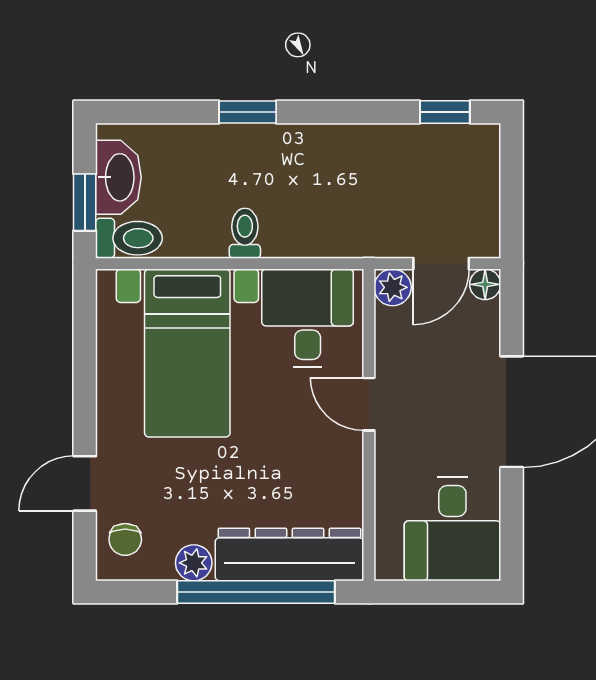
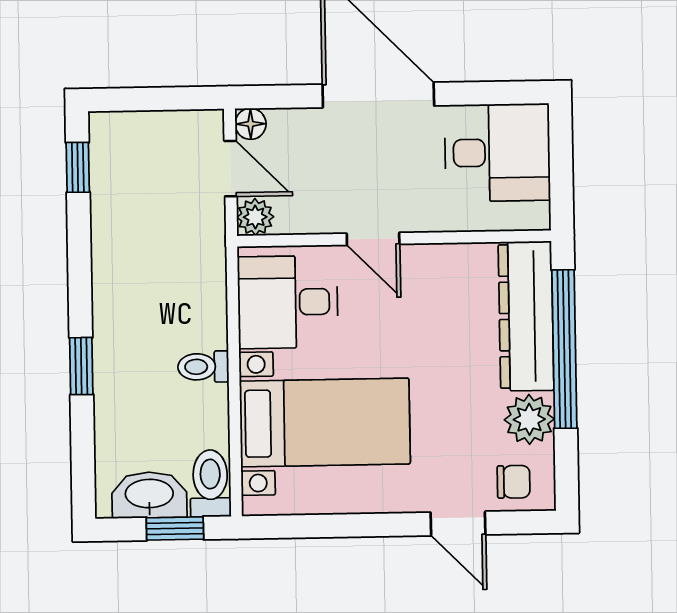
door: (369, 404) -> (373, 239), hinge flipped
plant: (194, 563) -> (529, 419), width x1.38, depth x1.38

